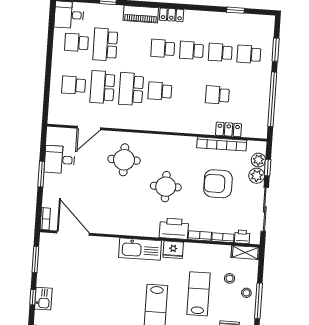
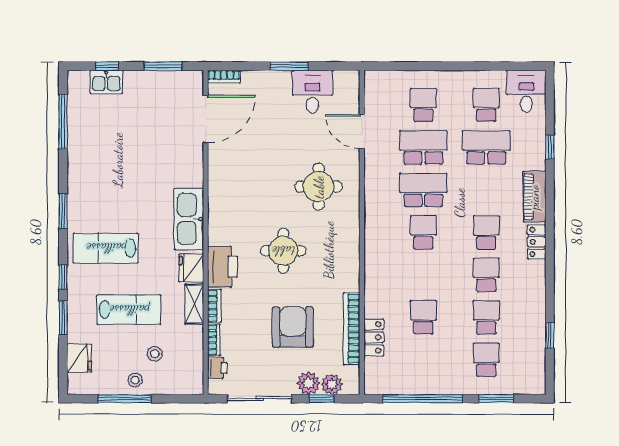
shelving: (245, 252) -> (194, 304), moved

